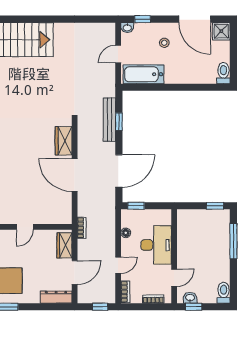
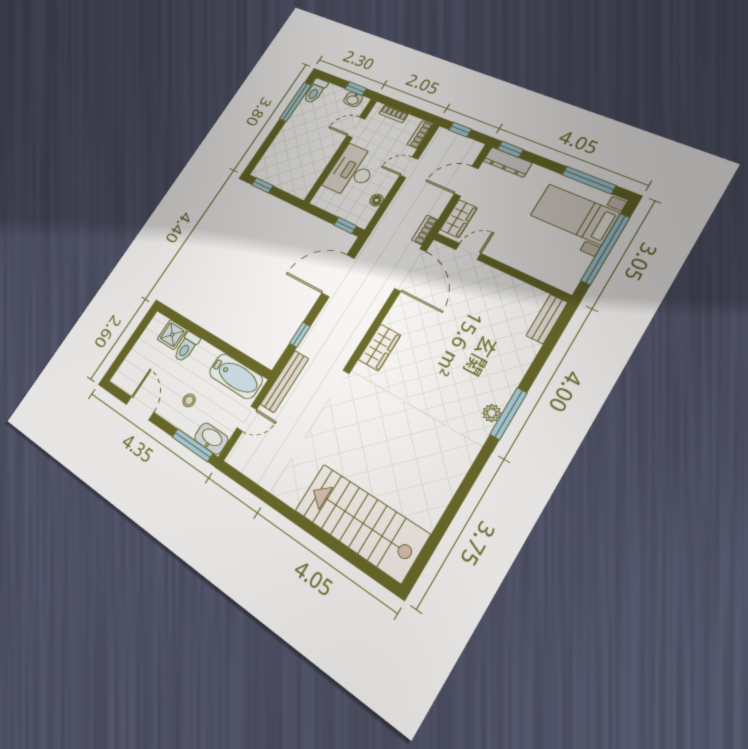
window: (142, 19) -> (192, 445), width x2.17
door: (195, 19) -> (140, 408), width x0.73
washbasin: (127, 28) -> (211, 439), width x1.91, depth x1.45
shower: (221, 31) -> (172, 335), moved
toilet: (223, 73) -> (187, 347), moved
bench: (109, 120) -> (285, 381), moved
door: (75, 175) -> (410, 270), moved
door: (25, 227) -> (468, 251), moved
window: (233, 241) -> (295, 102), moved
window: (59, 307) -> (510, 149), added

